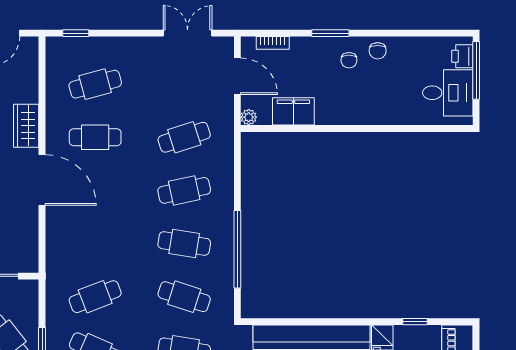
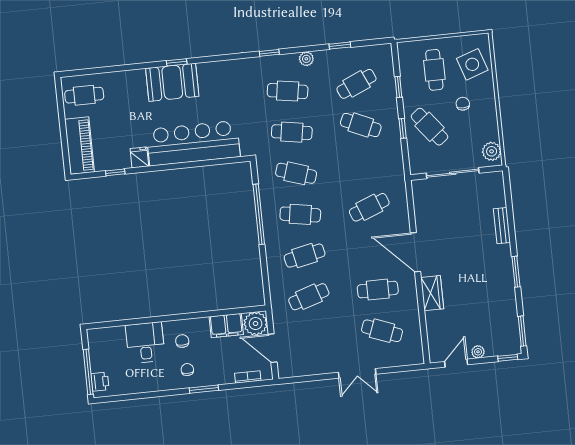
window: (76, 33) -> (401, 369), removed
double door: (188, 33) -> (357, 373), moved
chair: (378, 51) -> (182, 341), moved
cafe table: (95, 84) -> (382, 331), turned 36
desk: (448, 93) -> (145, 343), moved, turned 90
plant: (249, 117) -> (256, 324), width x1.87, depth x1.87
cafe table: (95, 297) -> (369, 207), moved

